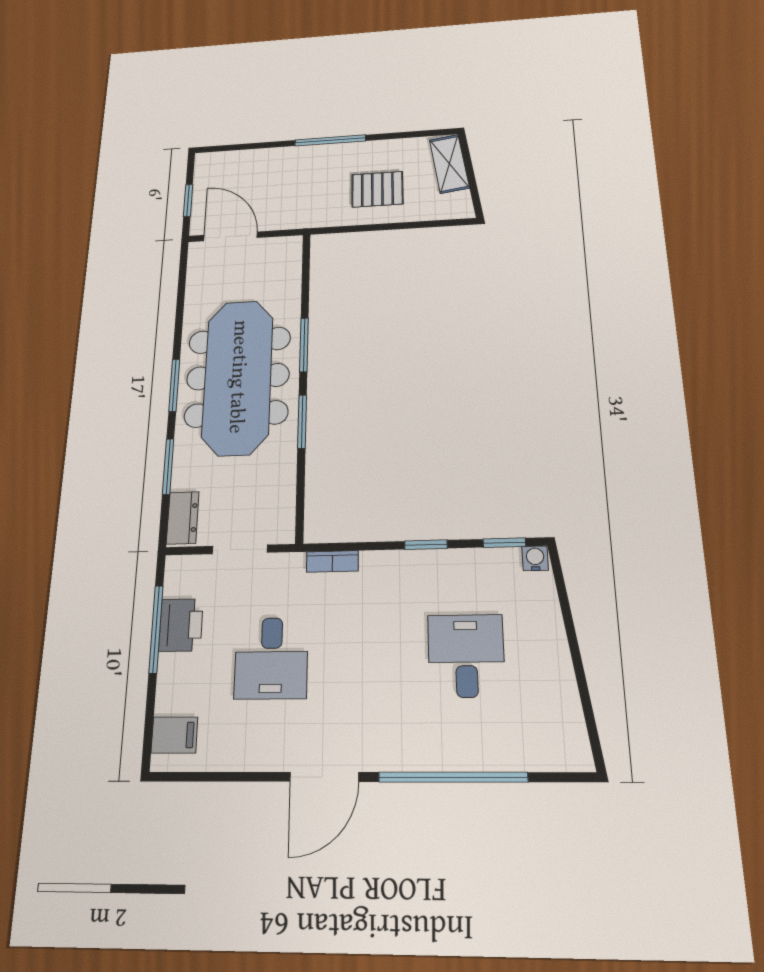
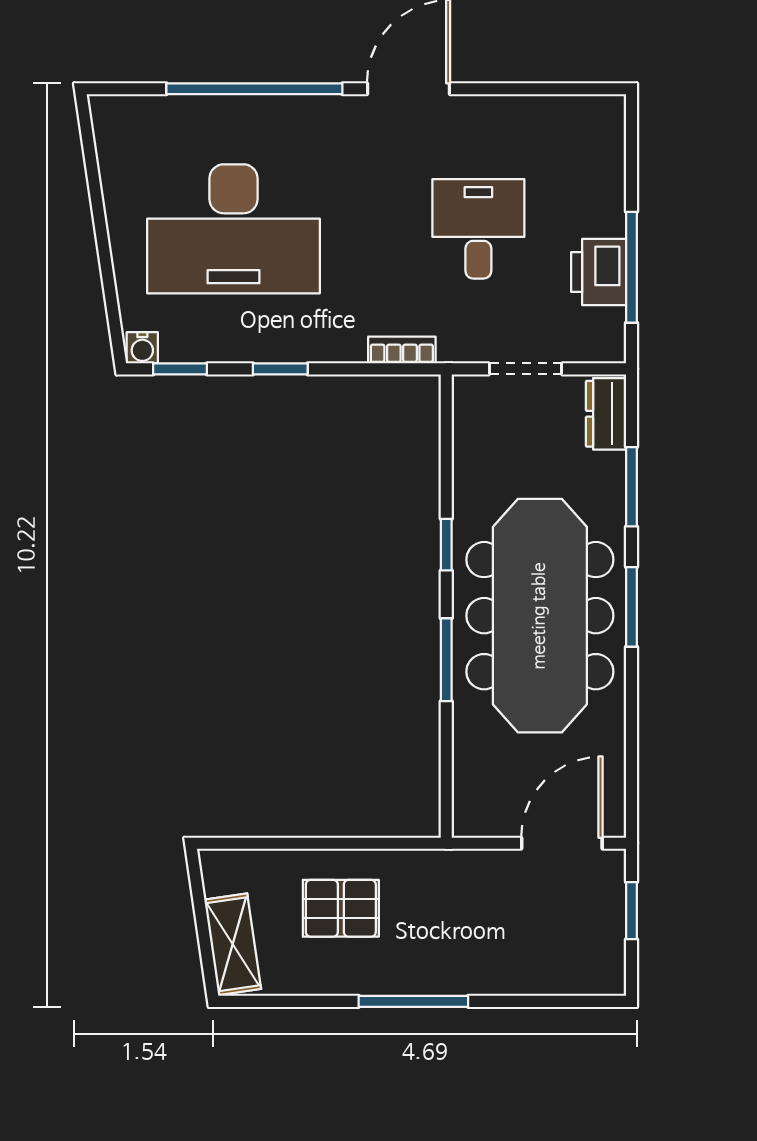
door: (231, 236) -> (562, 843), swing flipped
window: (302, 421) -> (446, 545), width x0.67
desk: (466, 656) -> (234, 229), width x1.87, depth x1.30
filing cabinet: (174, 735) -> (598, 137), removed

